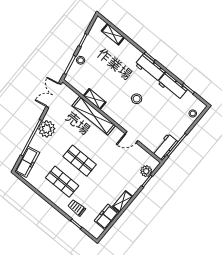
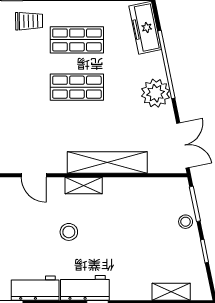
shelving: (95, 99) -> (84, 186), moved
door: (131, 137) -> (34, 175), swing flipped

